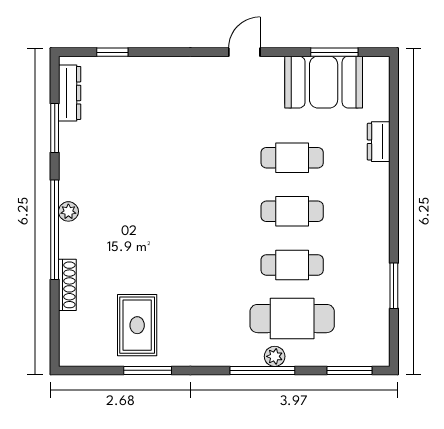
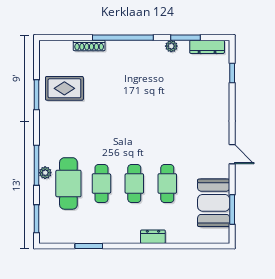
dresser: (379, 142) -> (153, 237), moved
plant: (68, 211) -> (171, 46), moved

